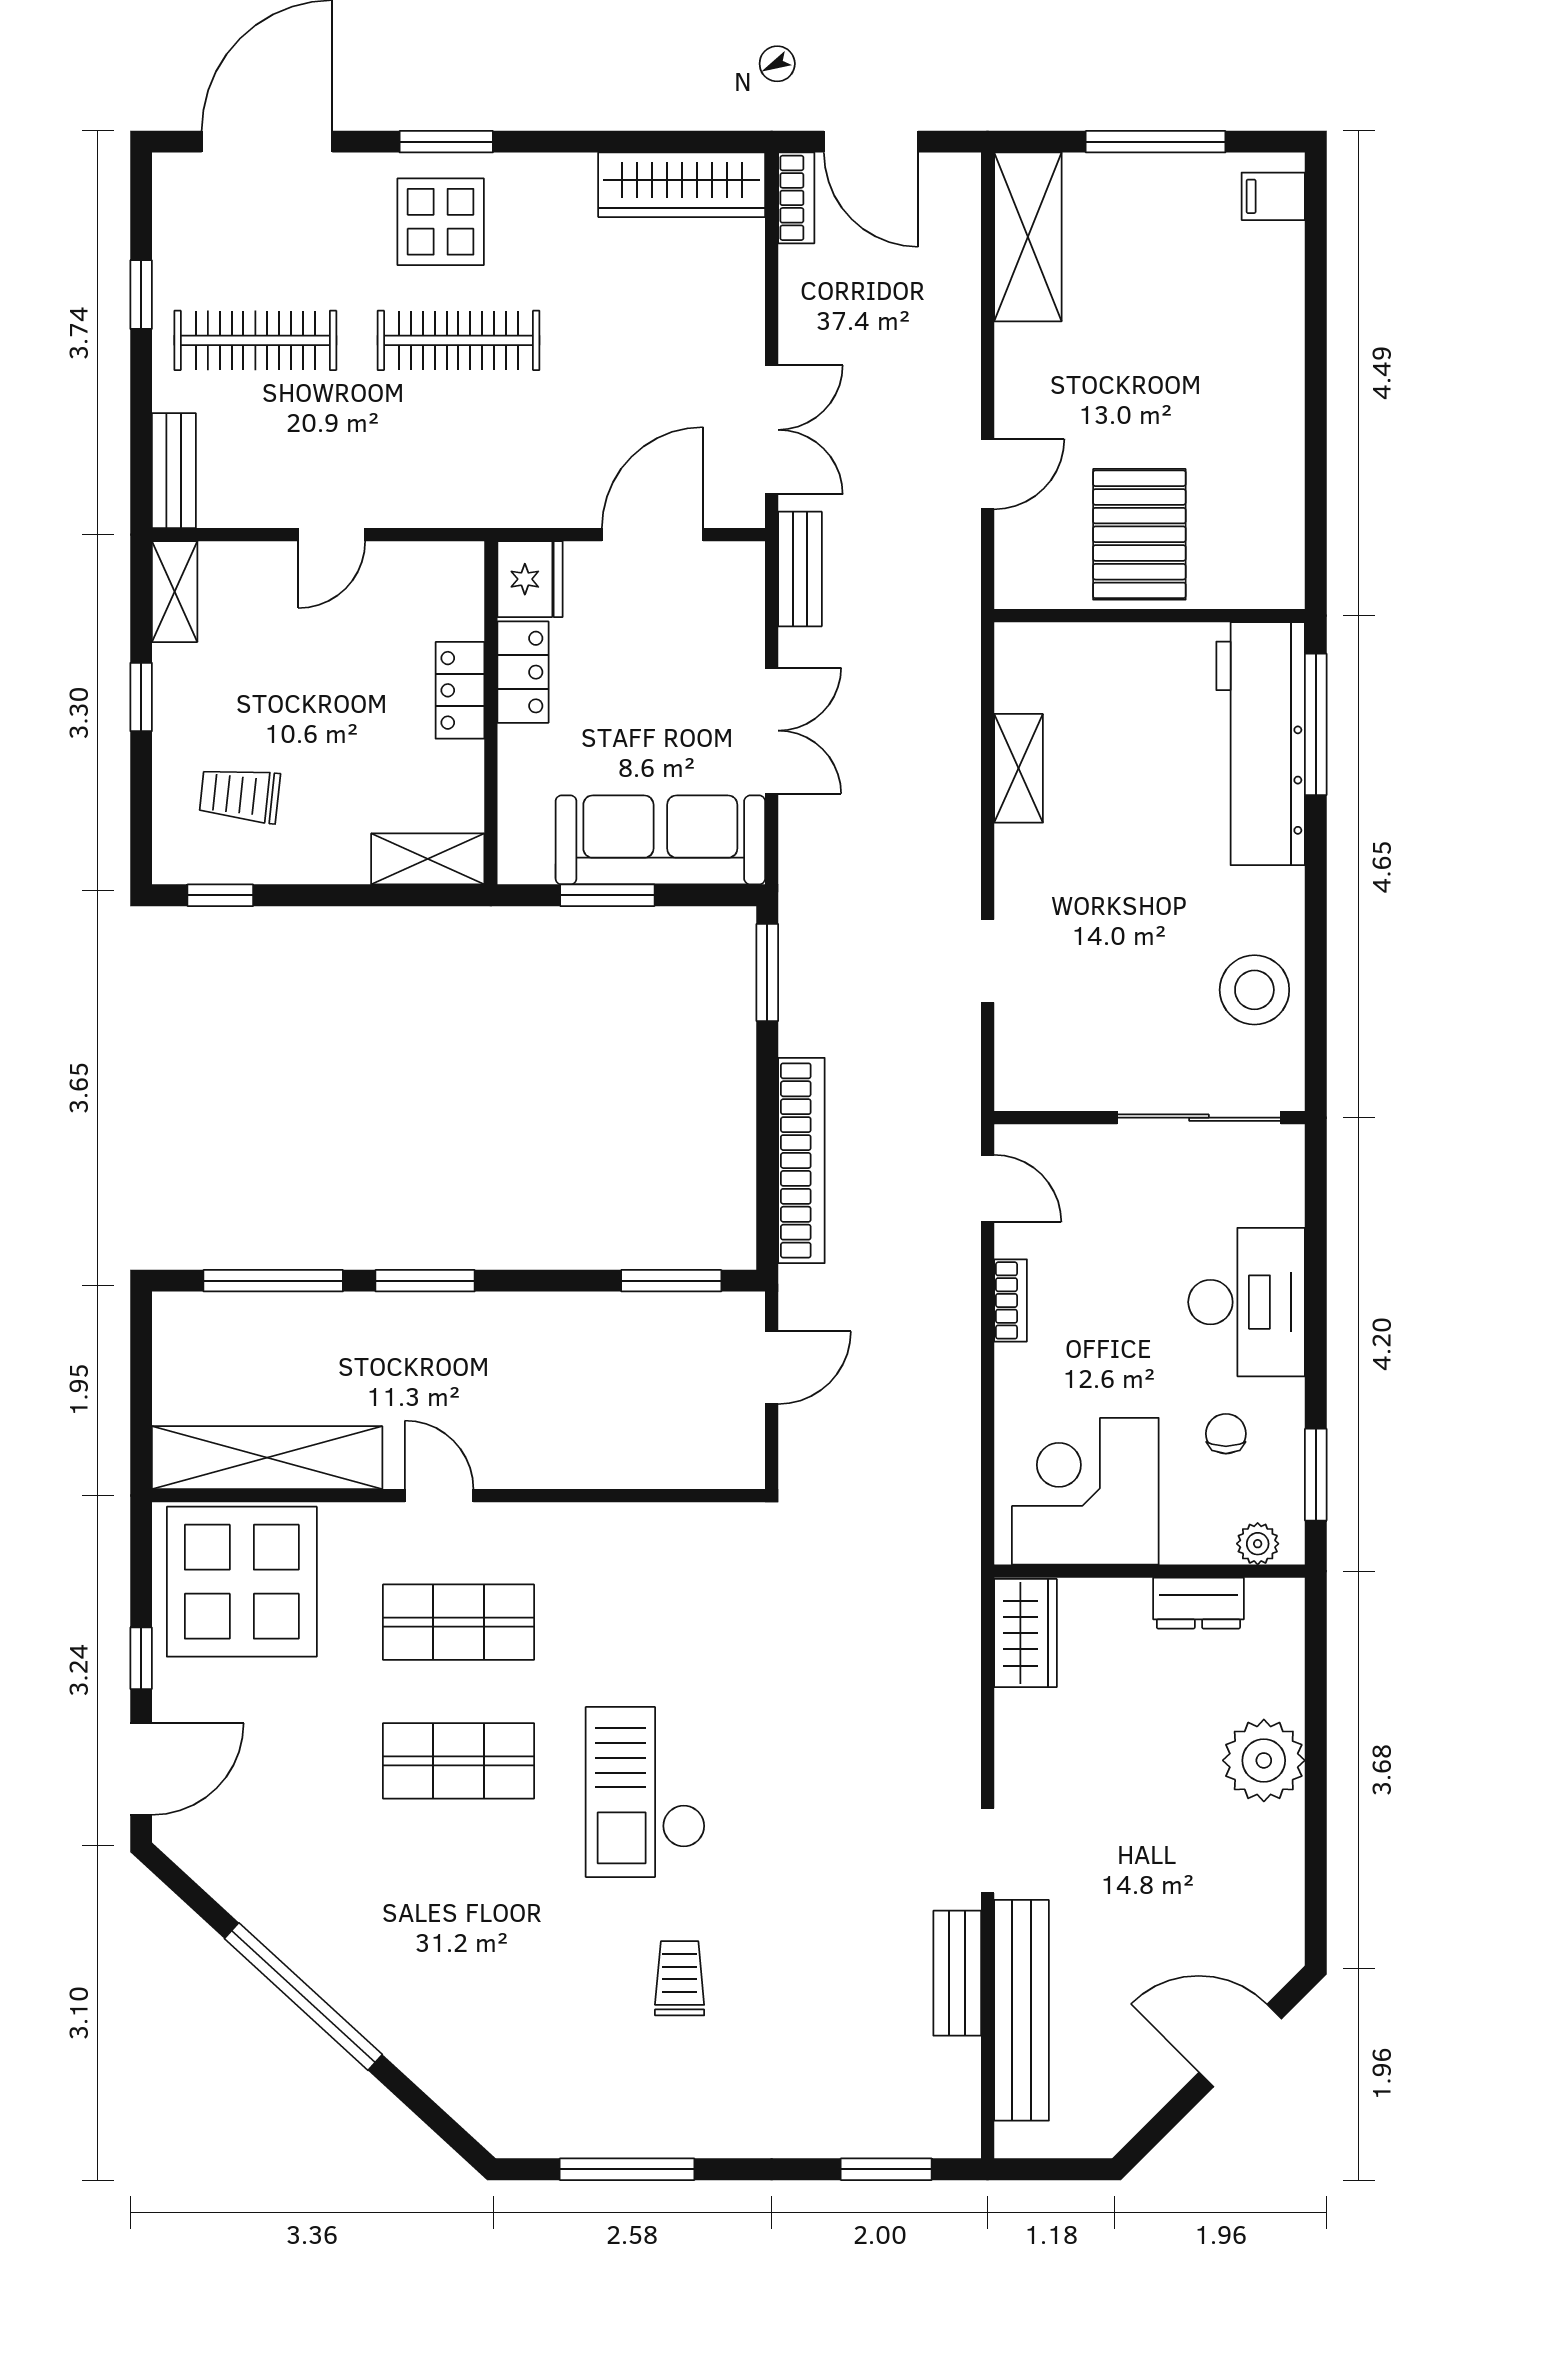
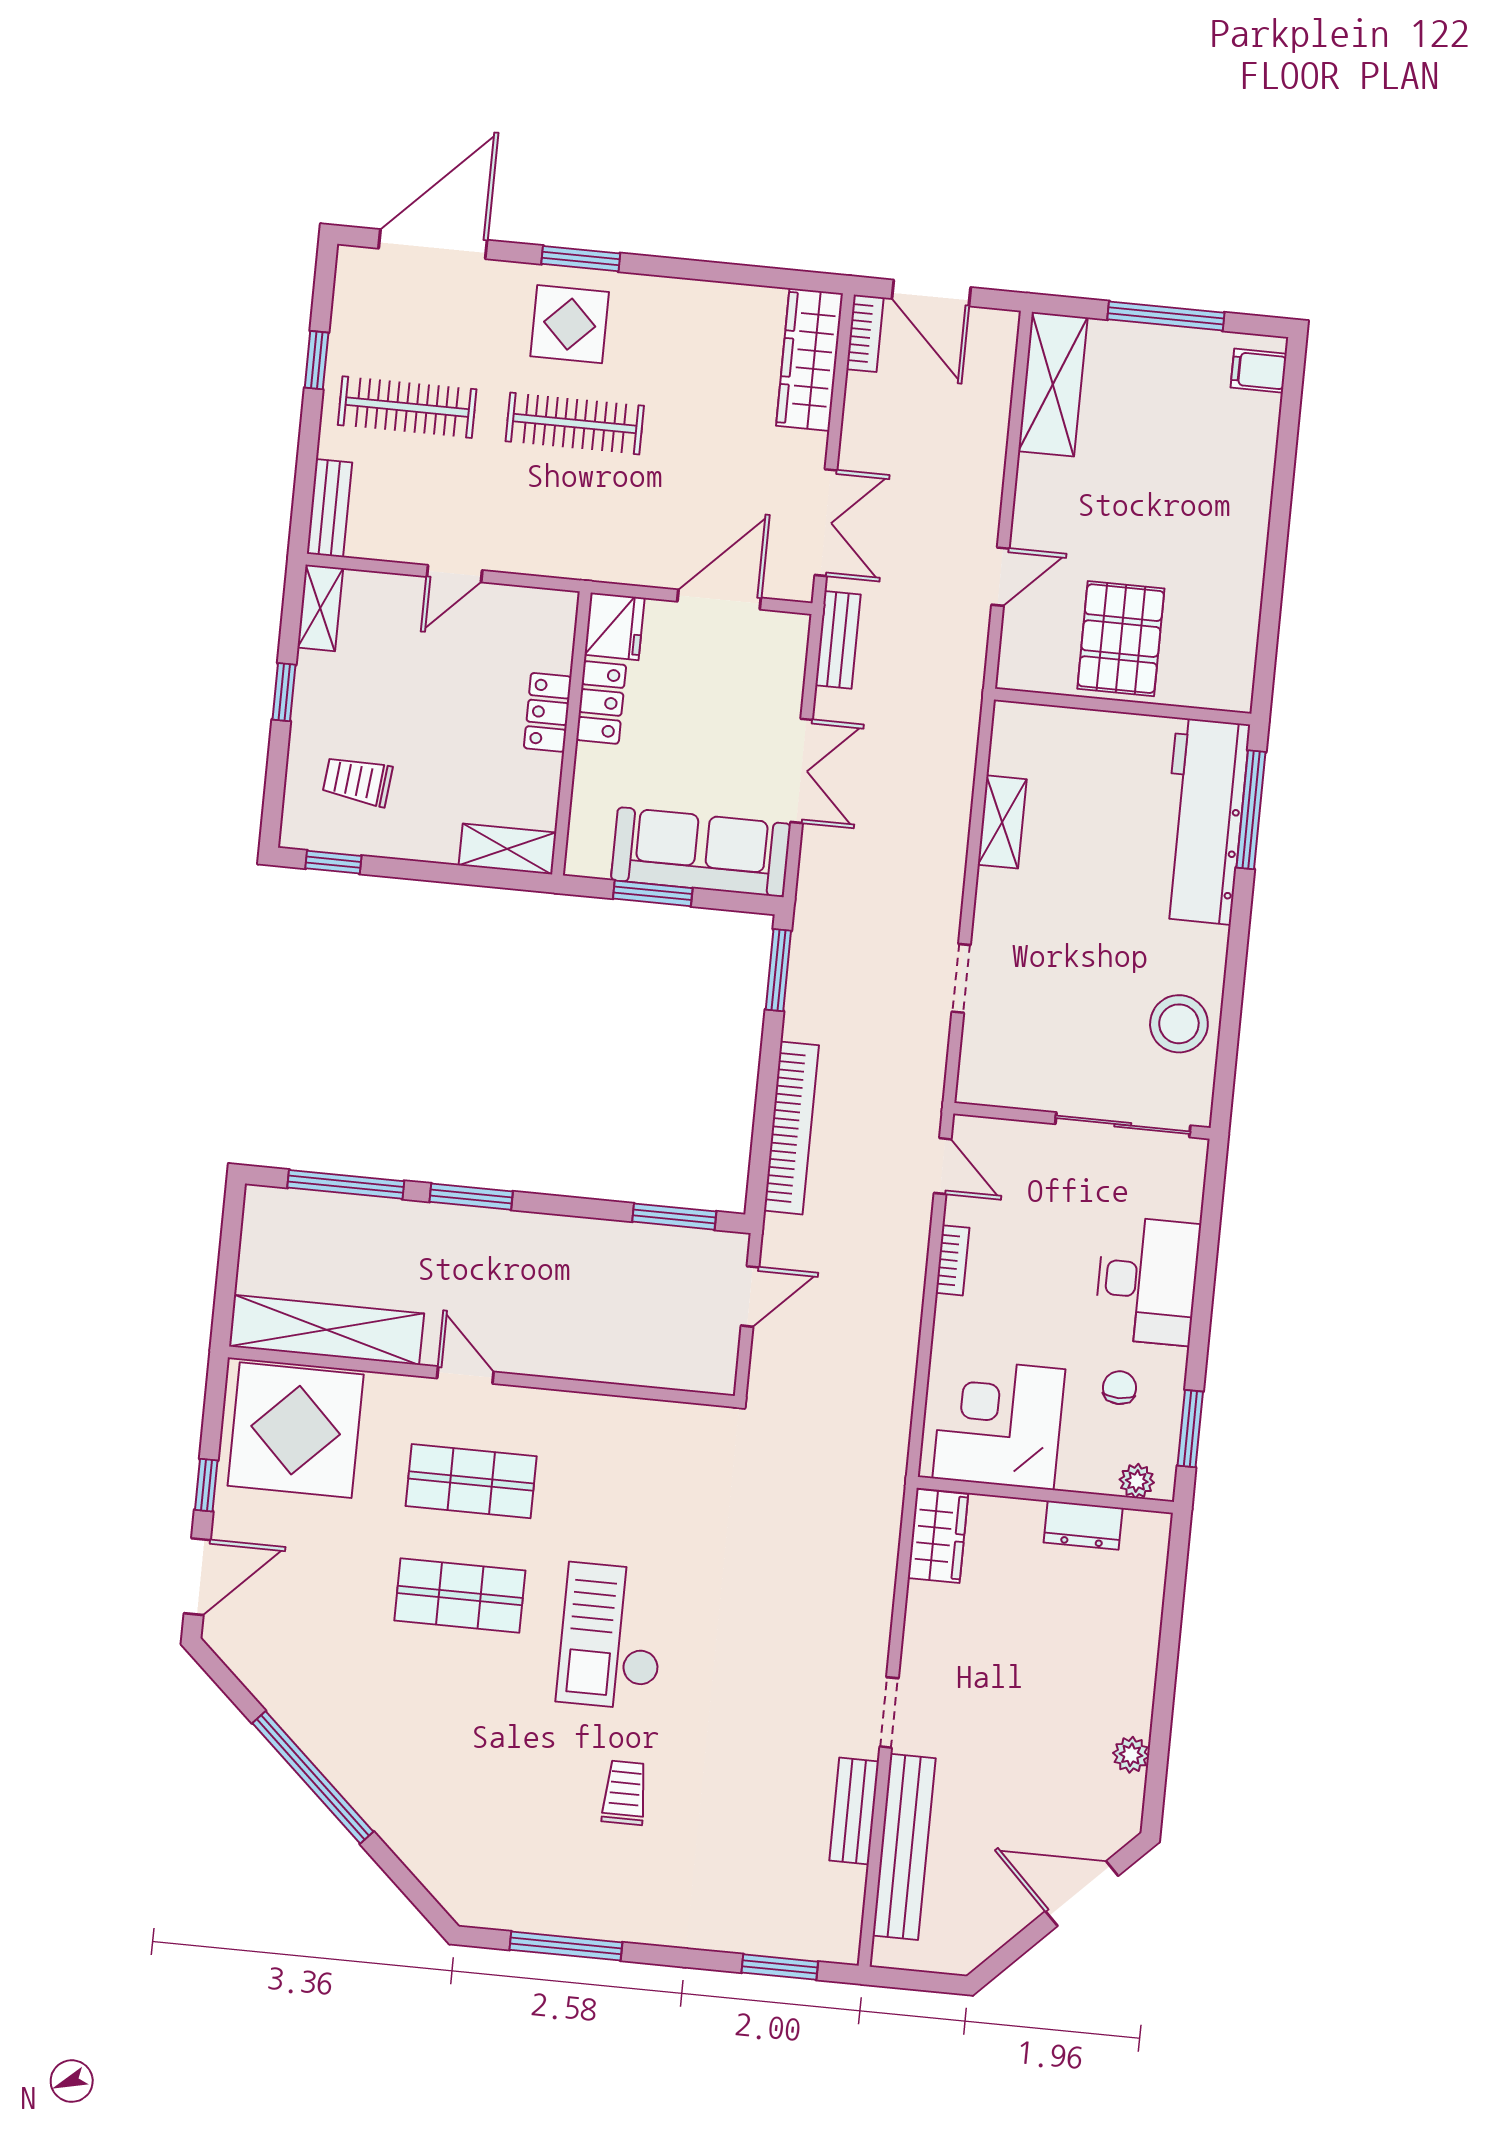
wardrobe: (682, 185) -> (810, 360), moved, turned 90
plant: (1264, 1760) -> (1131, 1755), moved, width x0.53, depth x0.53

